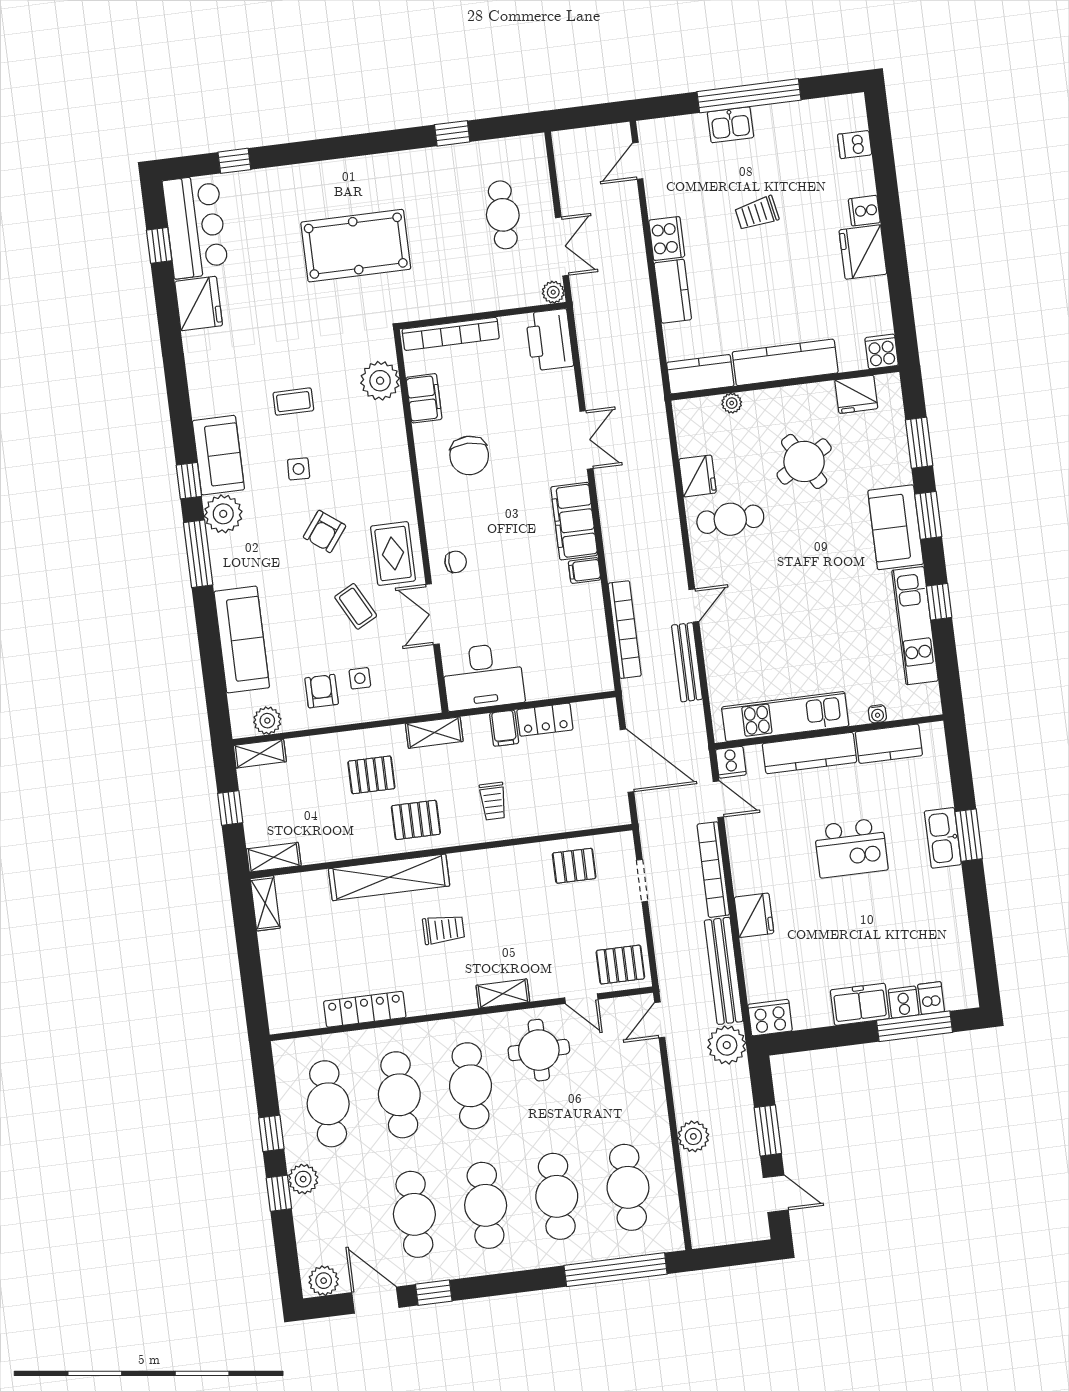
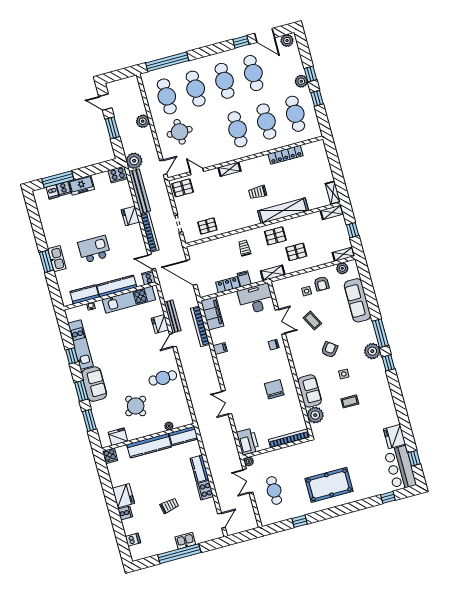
pool table: (356, 246) -> (329, 485), moved
filing cabinet: (424, 398) -> (296, 410), removed
sofa: (218, 455) -> (310, 391), moved, turned 180
fridge: (698, 476) -> (160, 324), moved
filing cabinet: (574, 521) -> (212, 313), moved
rug: (393, 553) -> (300, 344), removed
round table: (539, 1050) -> (180, 132), moved

